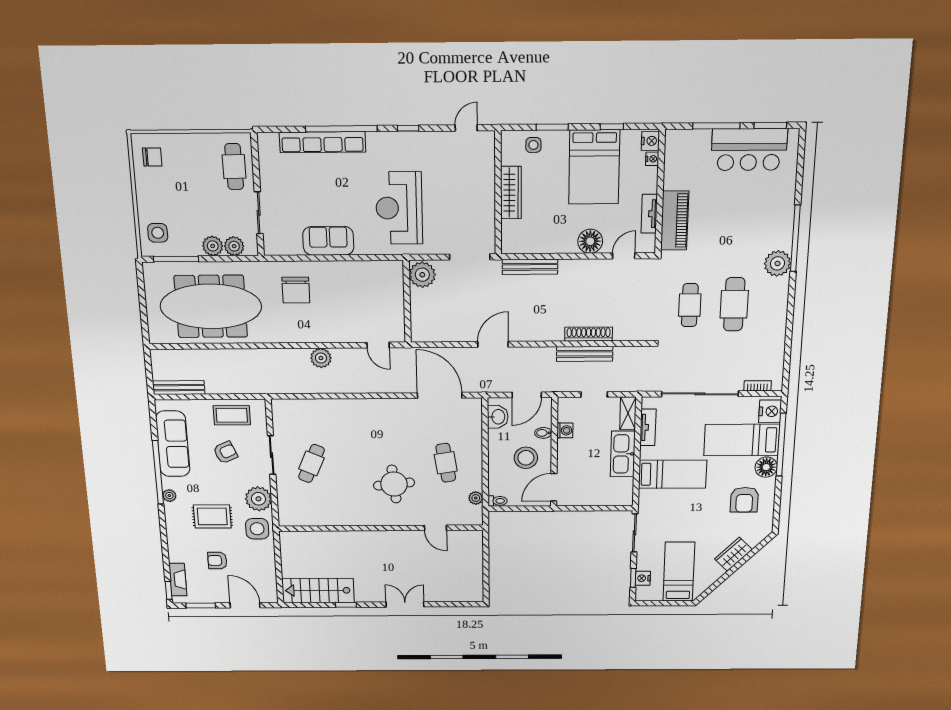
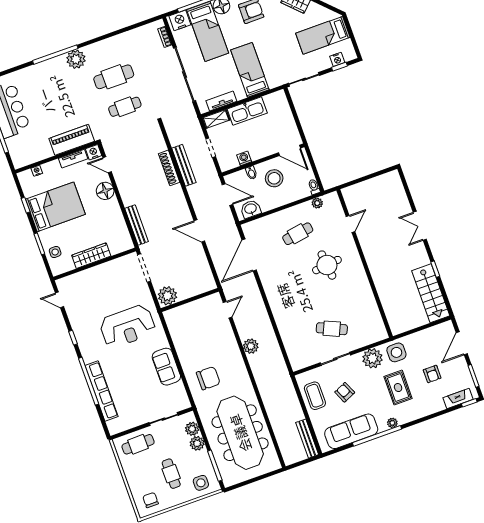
nightstand: (650, 141) -> (94, 152), moved
cafe table: (181, 198) -> (171, 474), added

